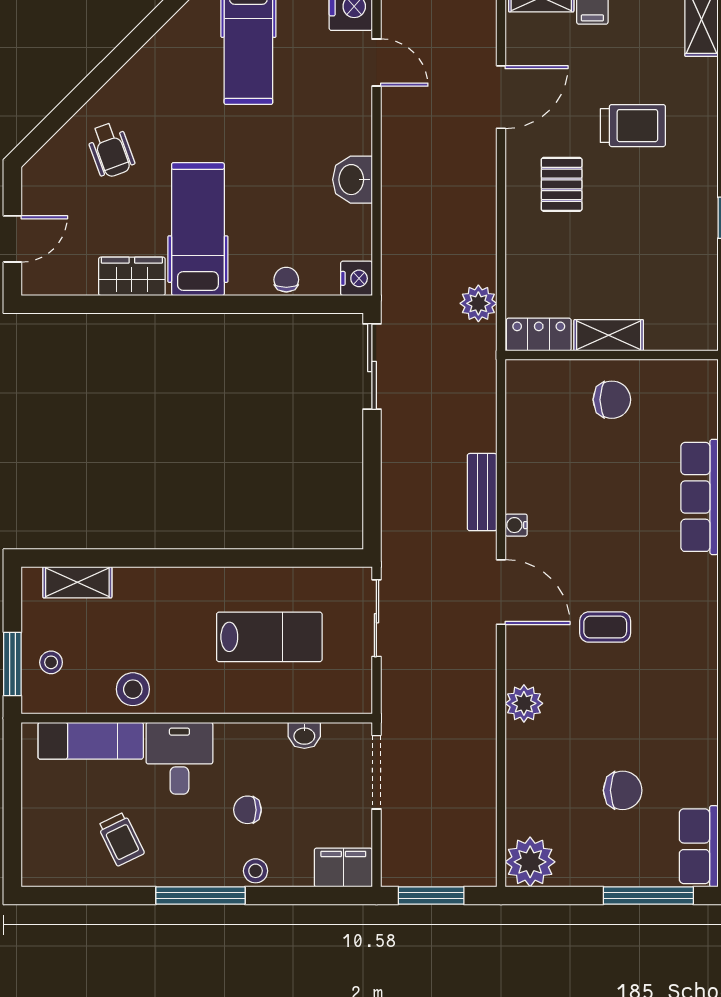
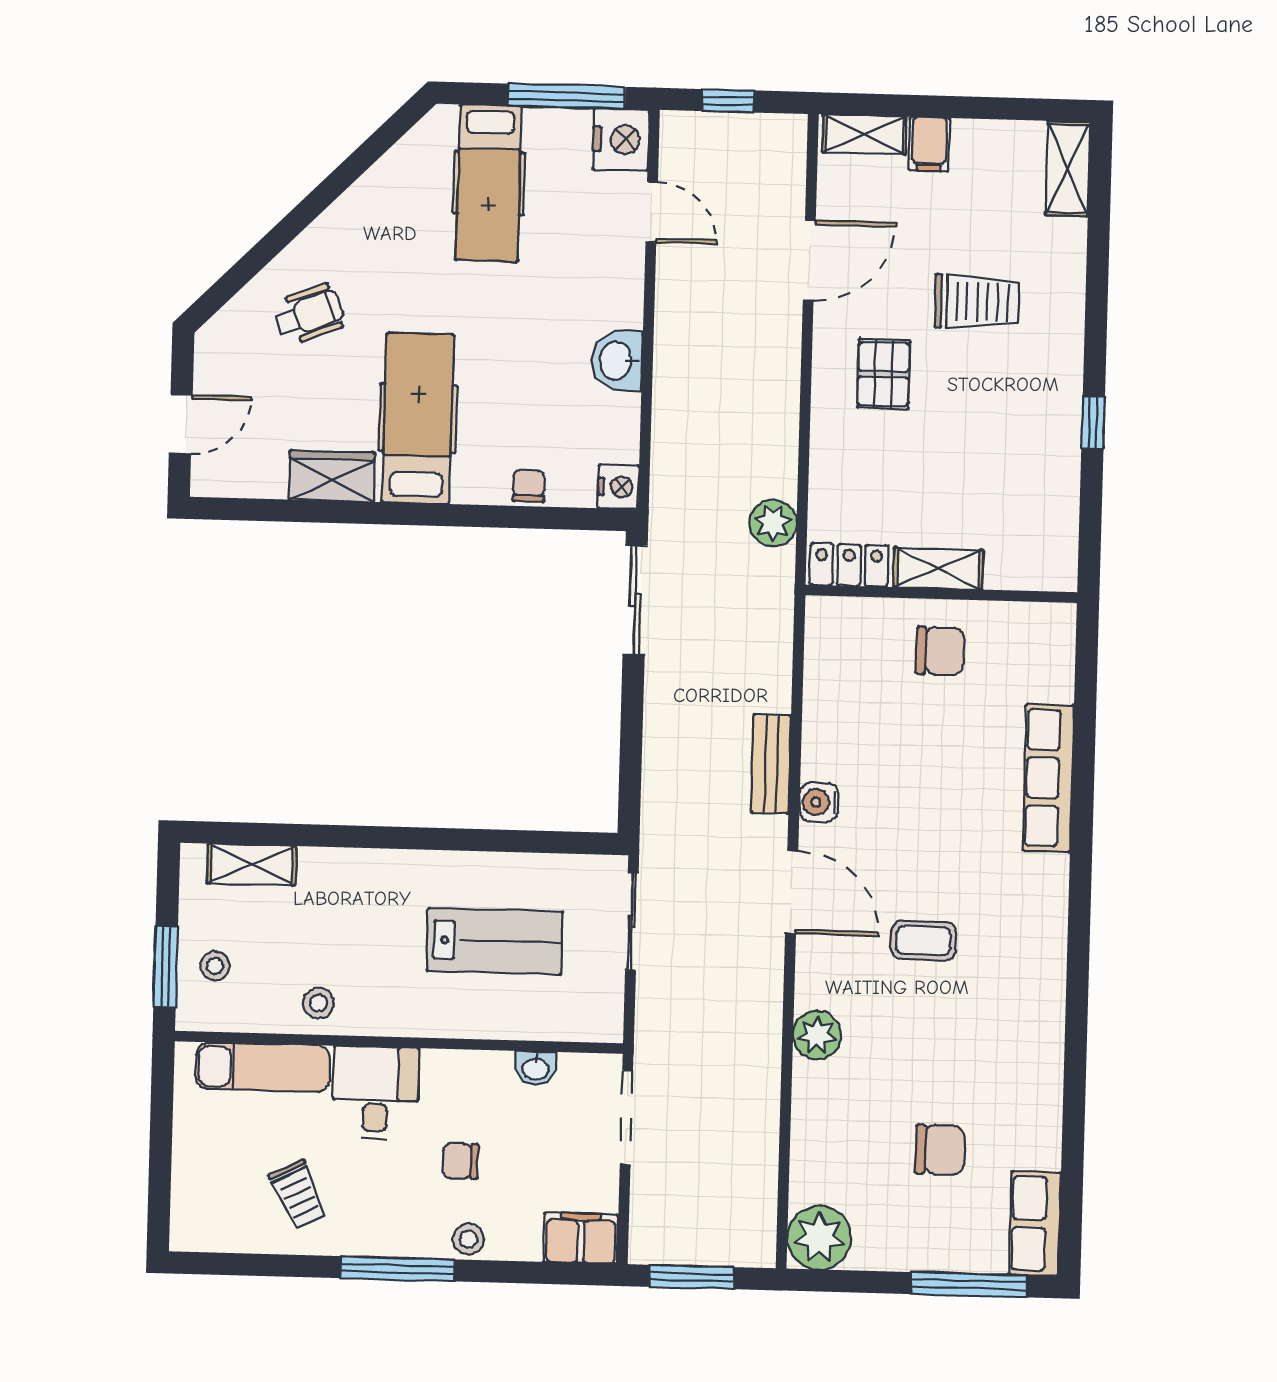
wheelchair: (111, 150) -> (309, 314), turned -91
water cooler: (516, 525) -> (819, 802), width x1.38, depth x1.38
stool: (133, 689) -> (318, 1003), width x0.73, depth x0.73

